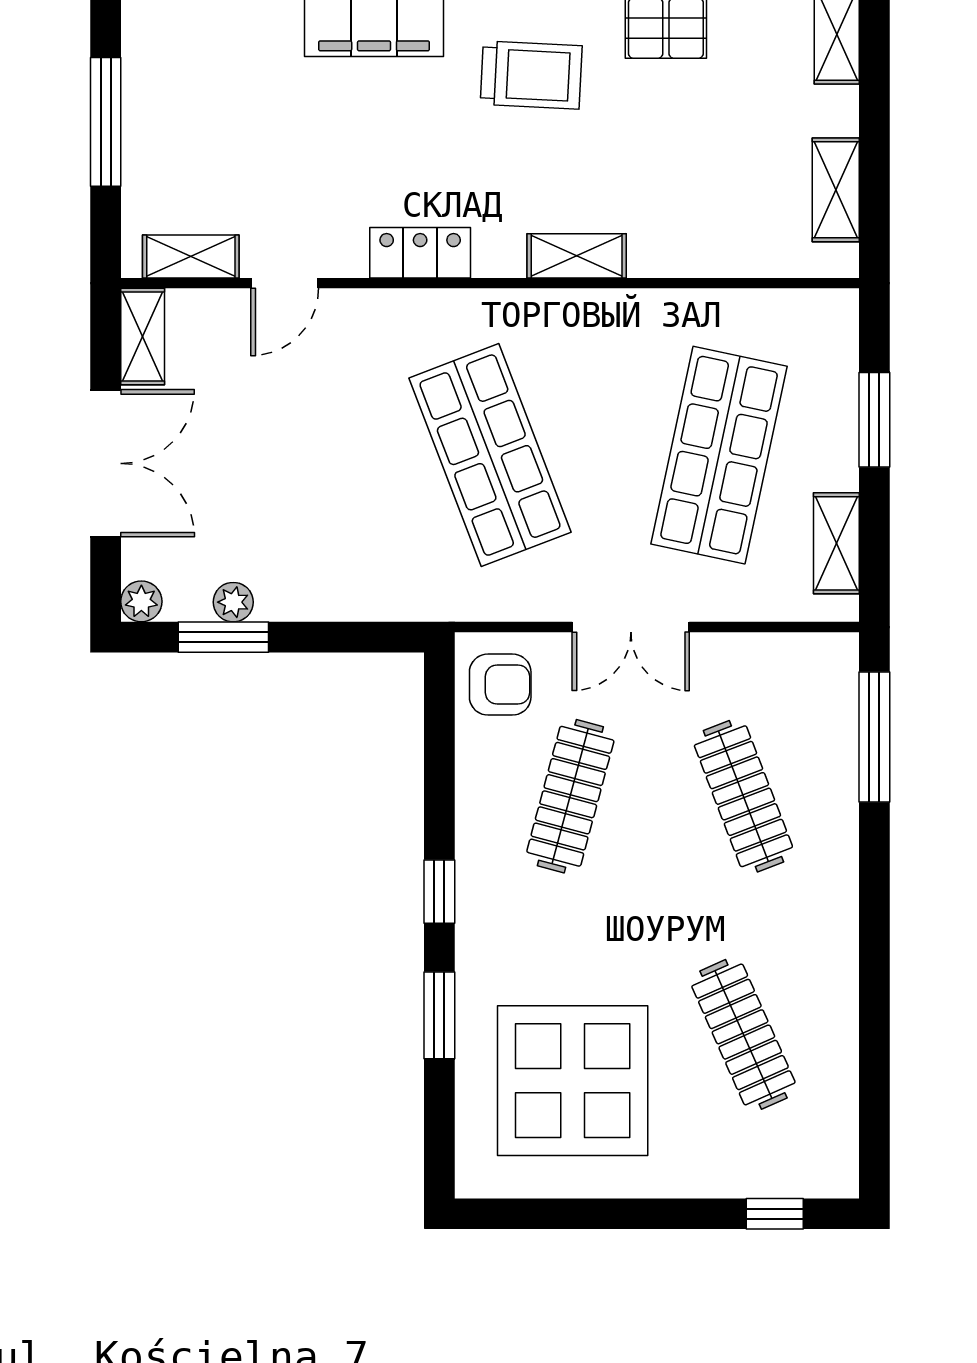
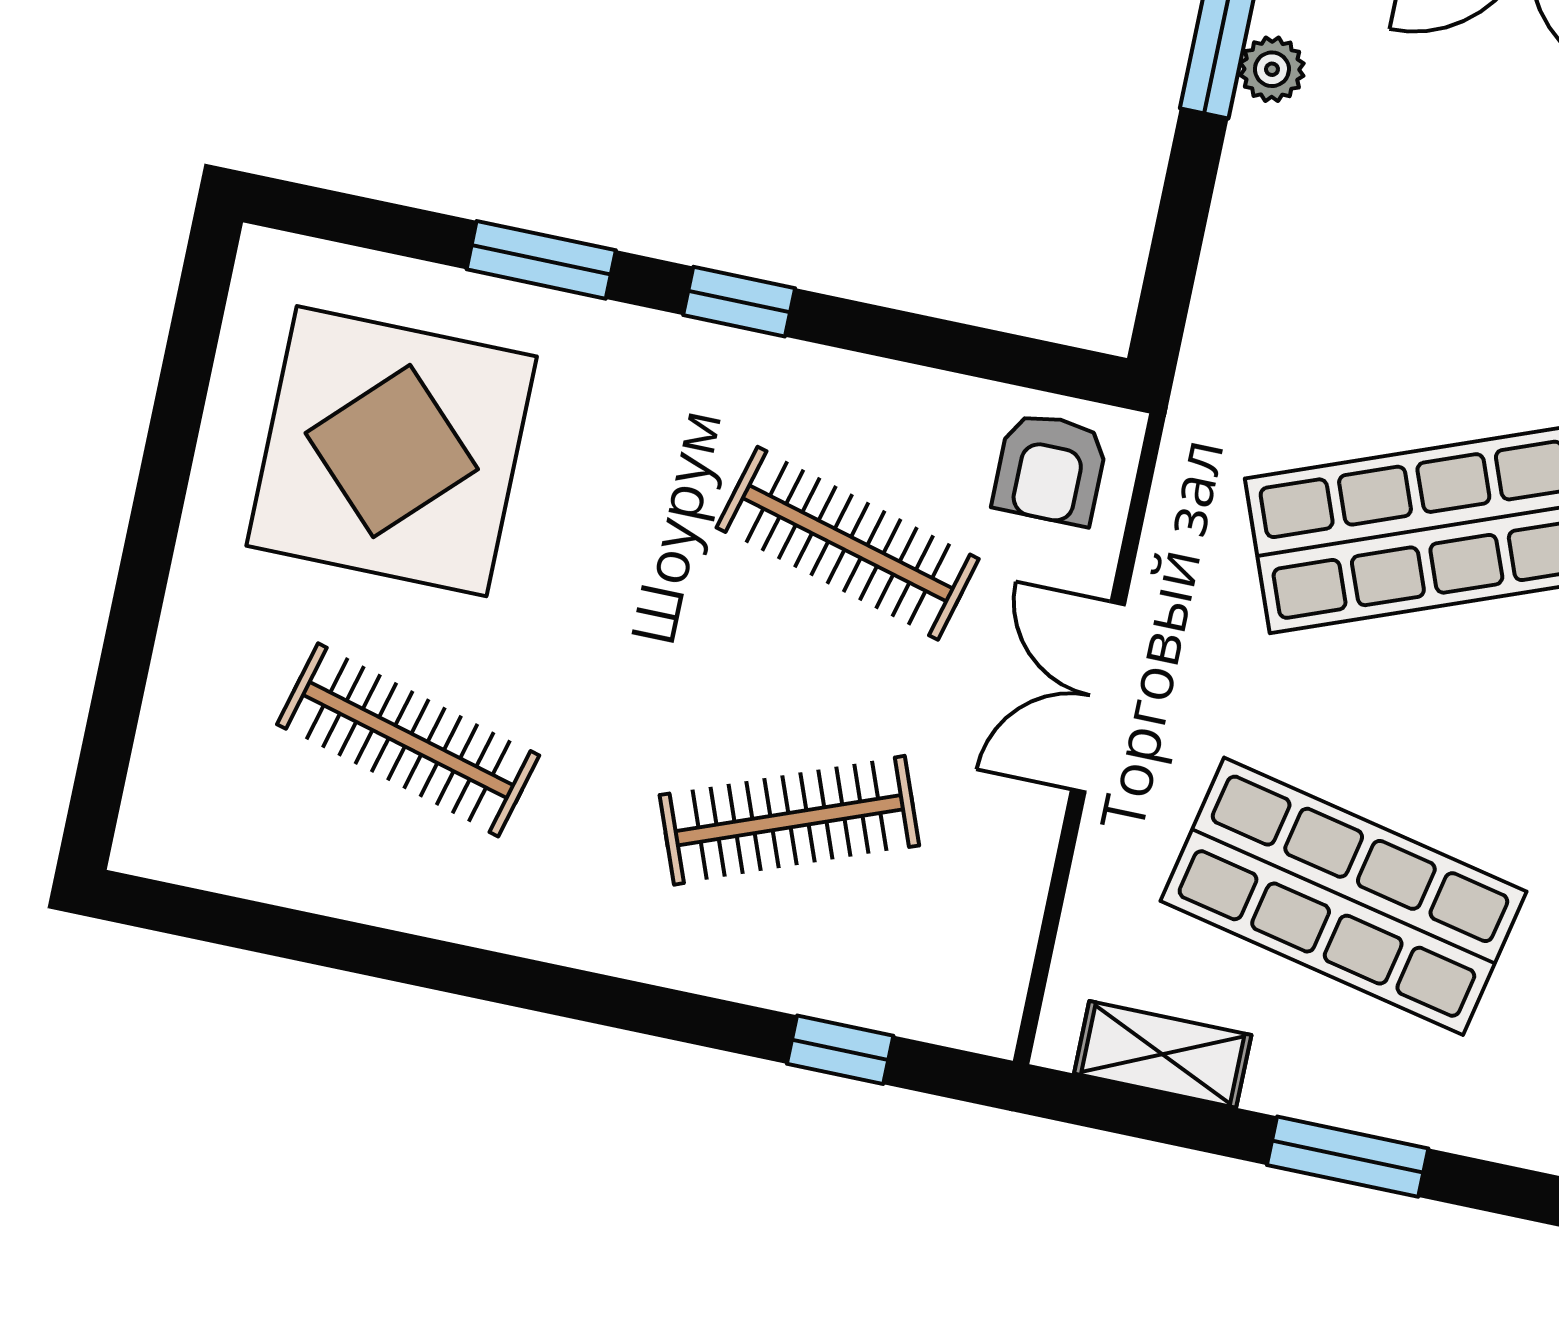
window: (874, 737) -> (840, 1050), width x0.46
clothes rail: (743, 1034) -> (408, 740), turned 39
window: (775, 1214) -> (111, 730), removed

